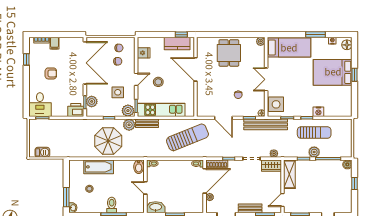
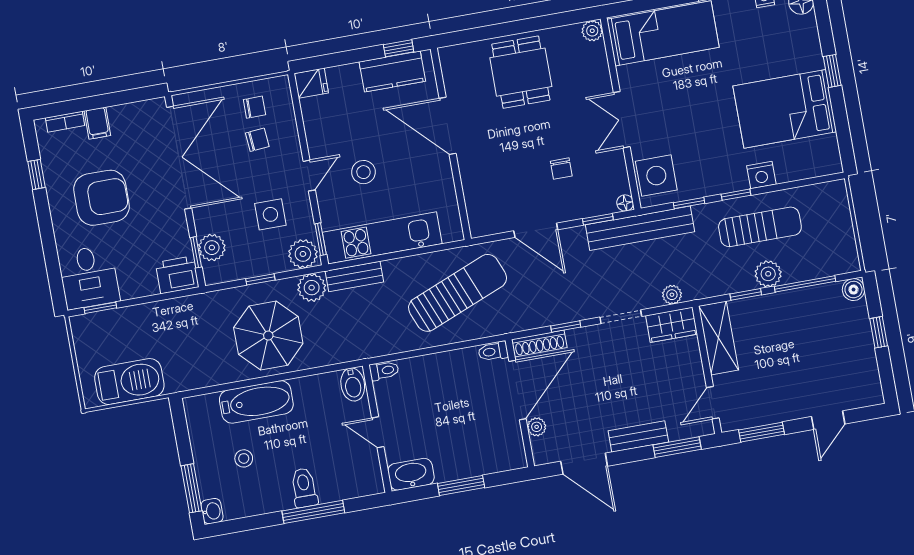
fridge: (144, 53) -> (311, 83), moved
bed: (333, 72) -> (785, 109), moved
armchair: (51, 73) -> (102, 198), width x1.88, depth x1.88
barbecue: (42, 152) -> (129, 382), width x1.88, depth x1.53

